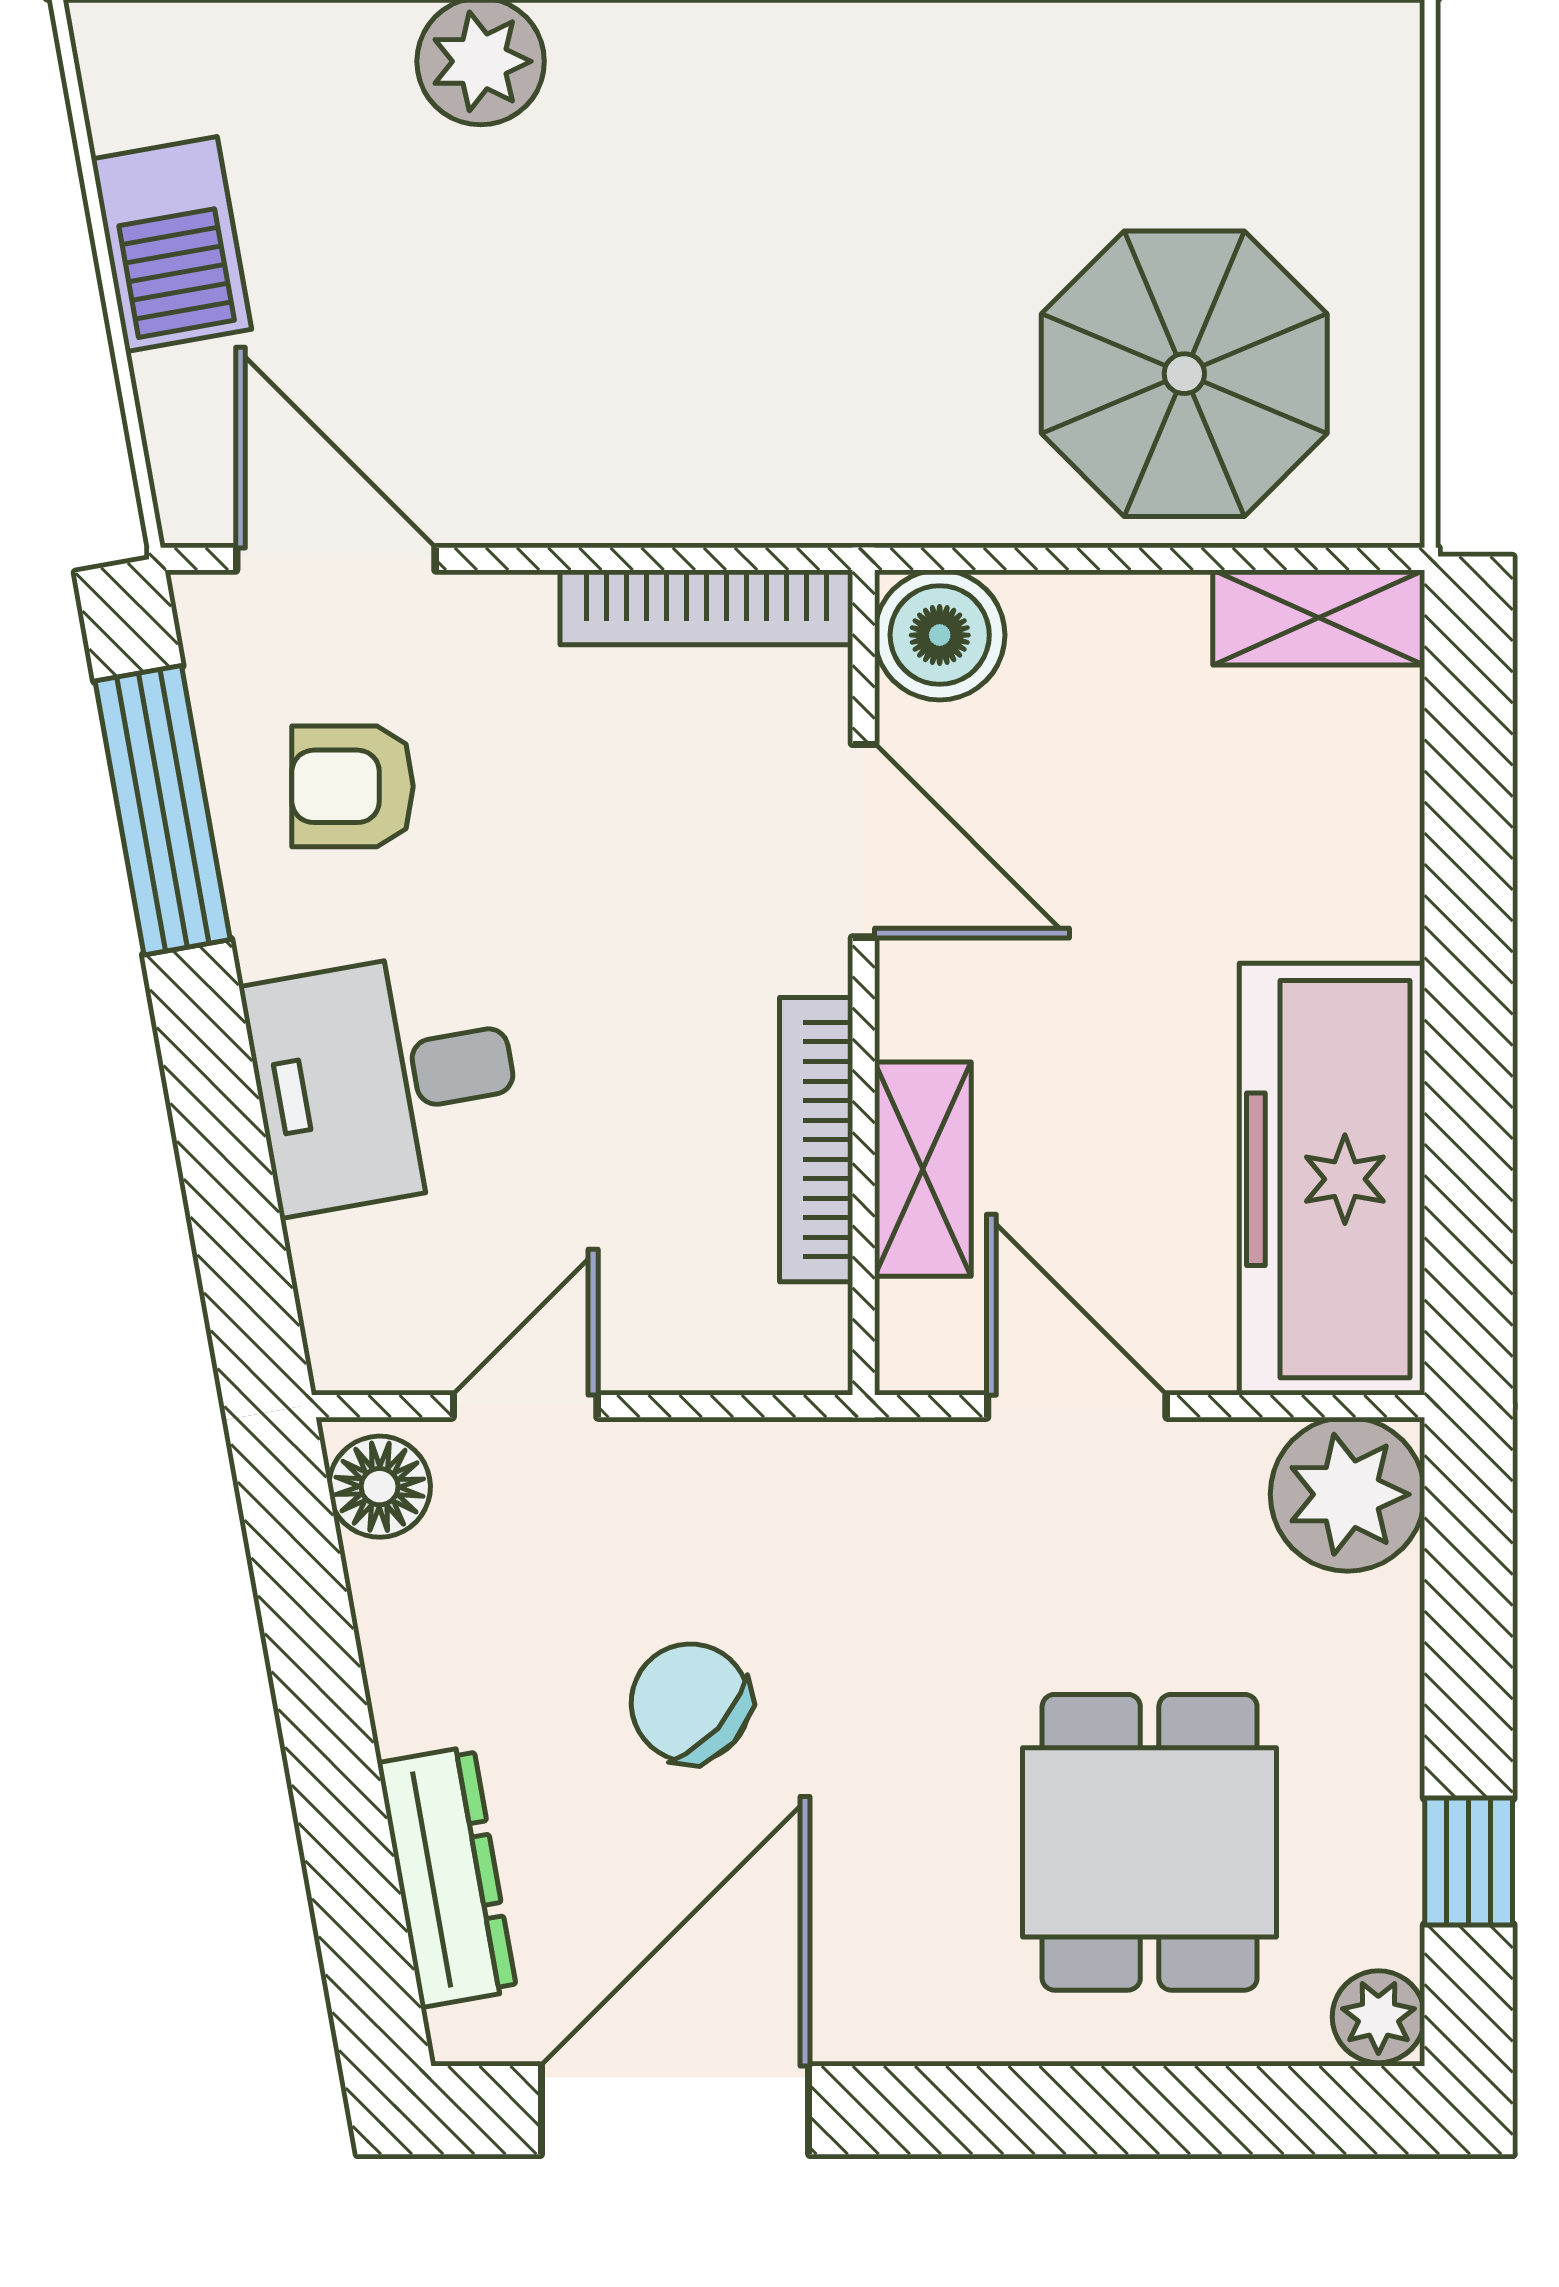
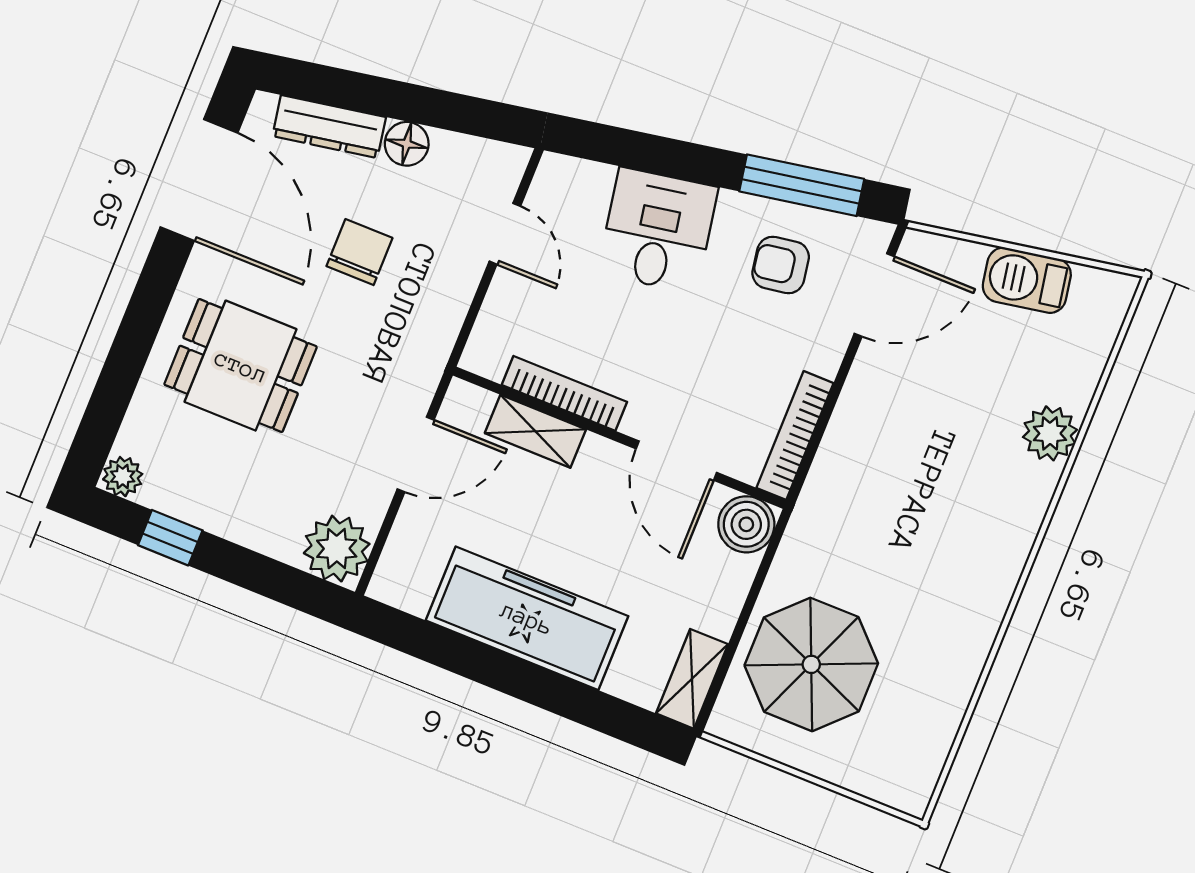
armchair: (353, 786) -> (781, 265), turned -99
door: (864, 841) -> (676, 461), hinge flipped
freezer: (1332, 1179) -> (527, 618), moved
floor lamp: (380, 1487) -> (407, 144), moved
chair: (690, 1703) -> (359, 252), turned -42
dining table: (1150, 1842) -> (241, 366), moved

